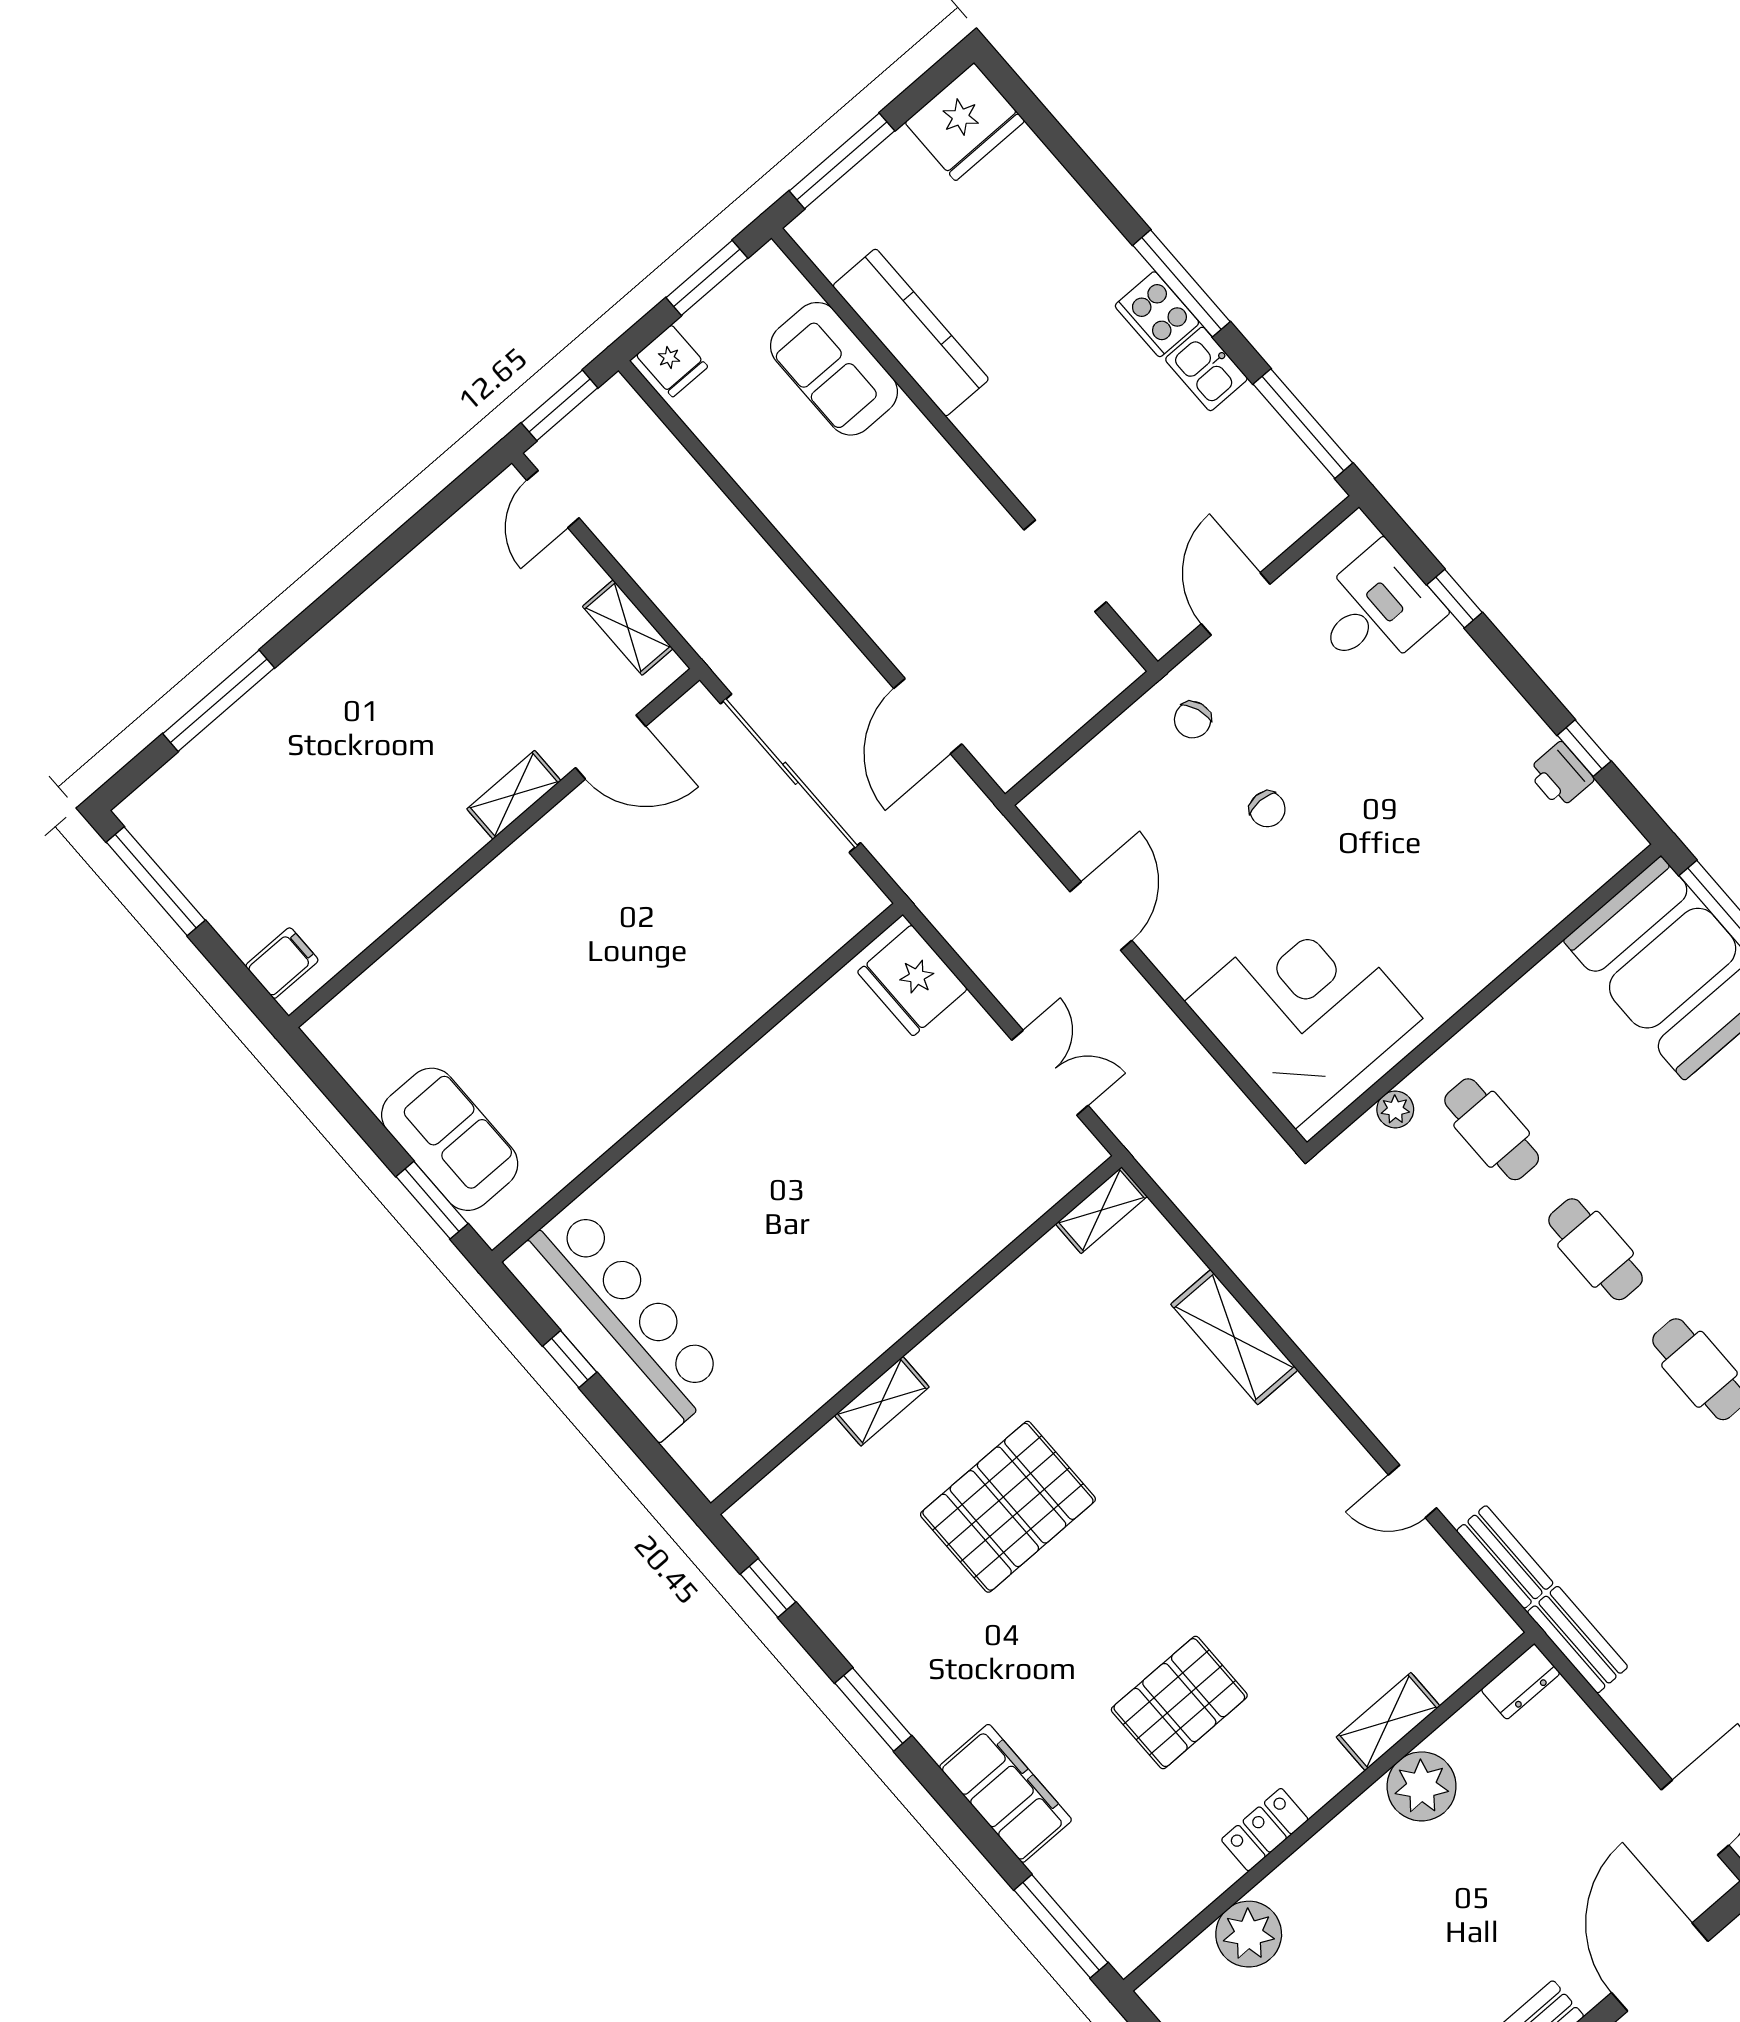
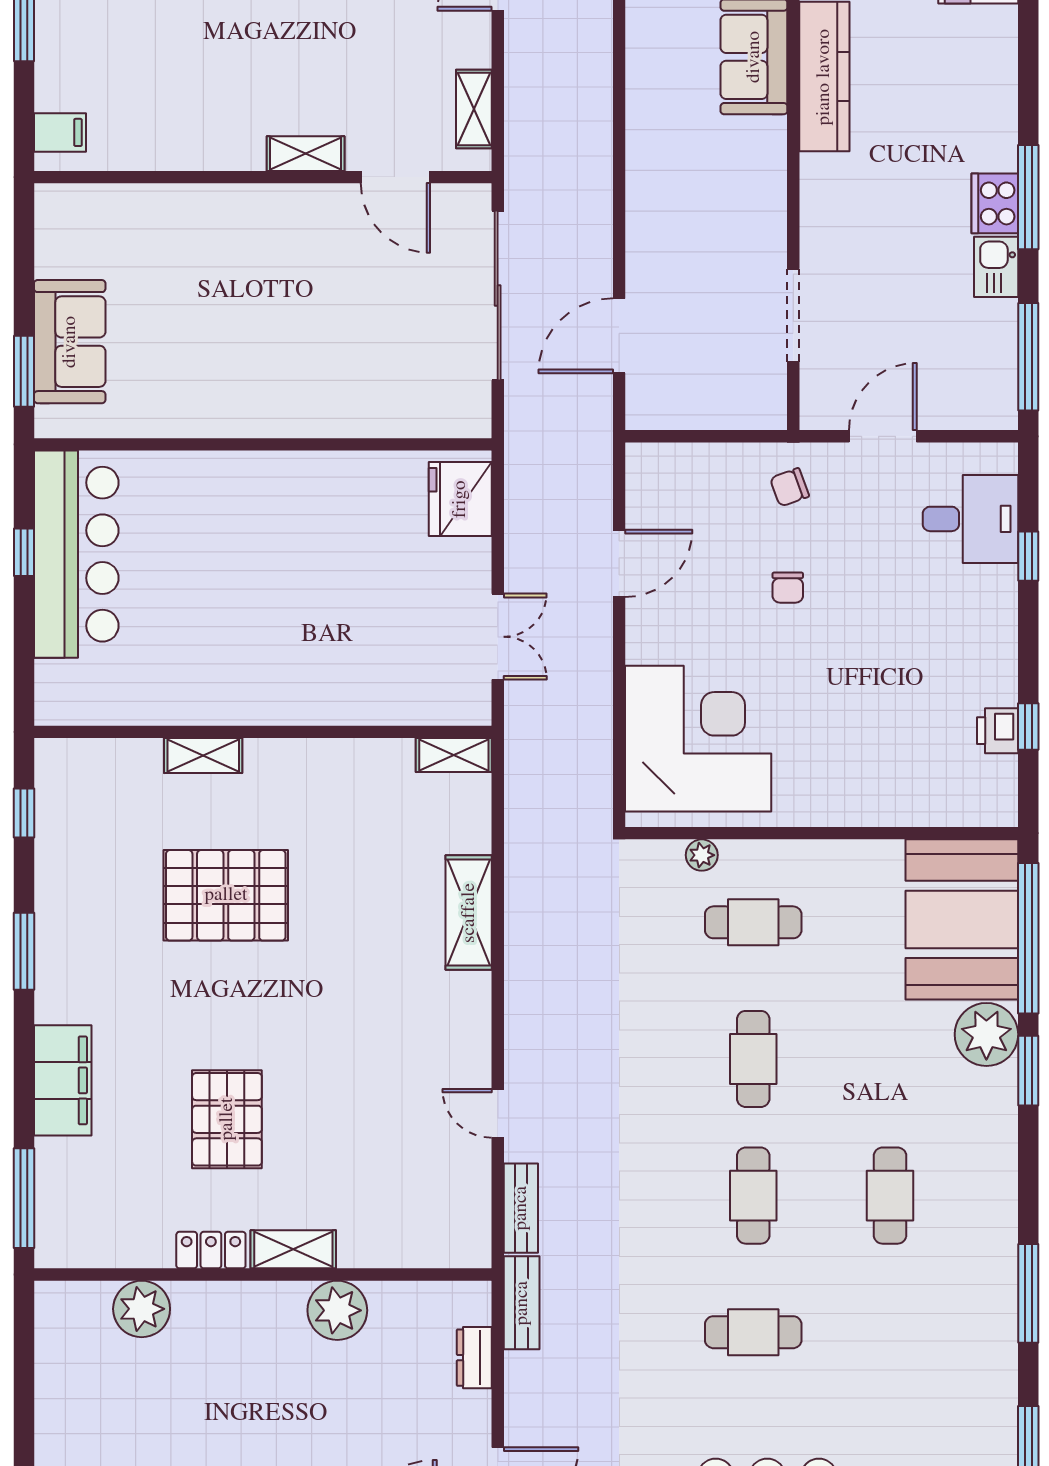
cafe table: (1492, 1129) -> (753, 922), turned 90
dresser: (1521, 1682) -> (474, 1358), moved, turned 90
pallet: (1179, 1703) -> (227, 1119), turned 90
shelving: (1388, 1722) -> (293, 1249), moved

